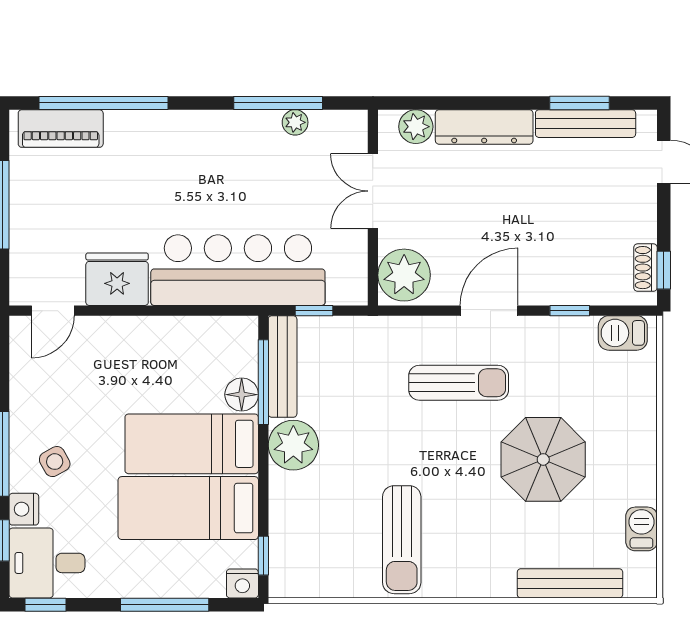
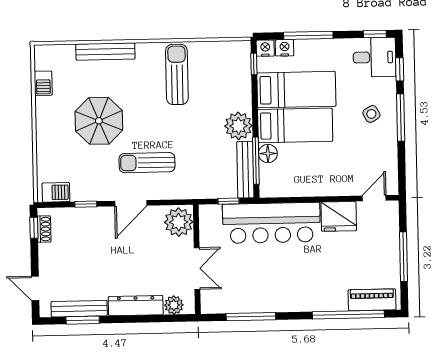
plant: (295, 122) -> (241, 306), removed
nightstand: (24, 509) -> (285, 48), moved, turned -90
bench: (570, 583) -> (105, 52), moved

